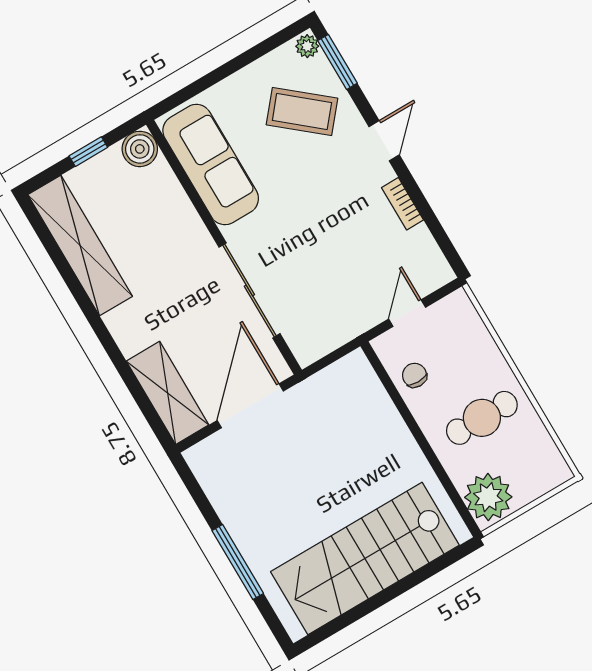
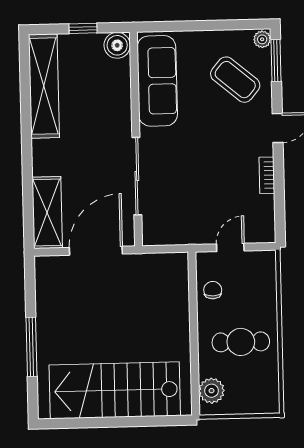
plant: (488, 497) -> (212, 391), width x0.73, depth x0.73

